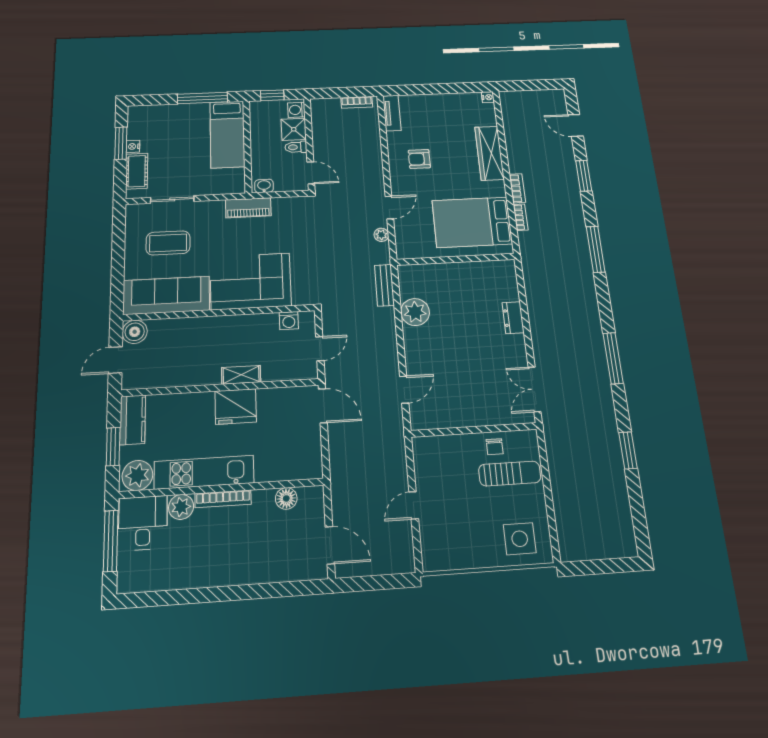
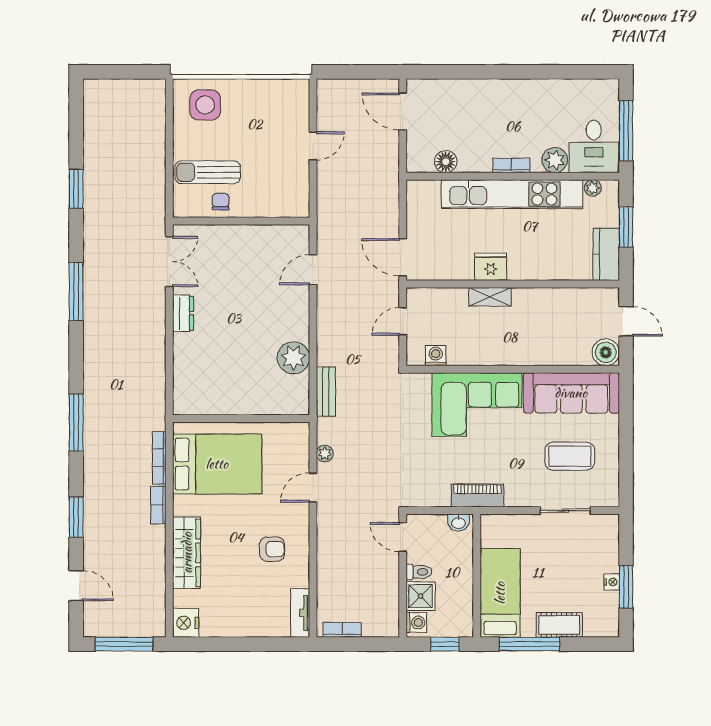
window: (531, 85) -> (124, 644), added
nightstand: (488, 97) -> (186, 623), width x1.89, depth x1.79
cot: (137, 171) -> (559, 625), moved, turned 90
bookcase: (521, 217) -> (159, 458), width x1.56
dresser: (513, 318) -> (183, 313), moved
door: (115, 360) -> (626, 321), hinge flipped
fridge: (236, 406) -> (491, 267), width x0.73, depth x0.75
kitchen unit: (204, 472) -> (512, 194), width x1.36
plant: (137, 475) -> (593, 188), width x0.53, depth x0.53
bookcase: (223, 499) -> (511, 165), width x0.64

